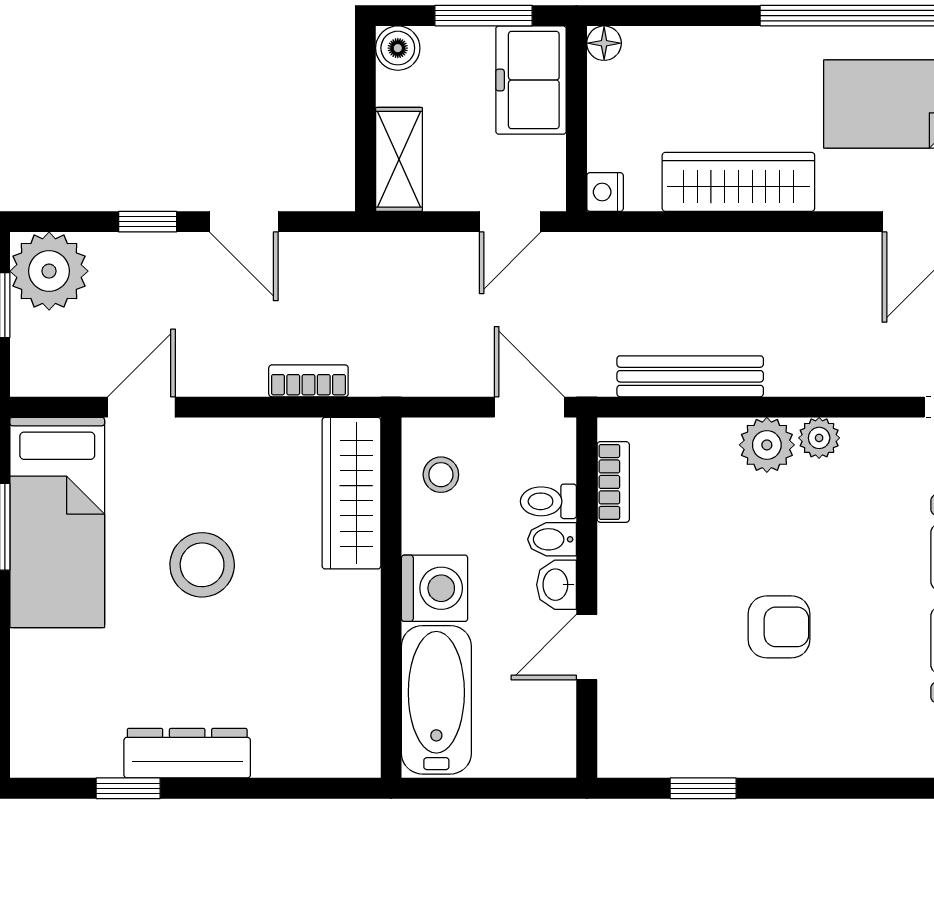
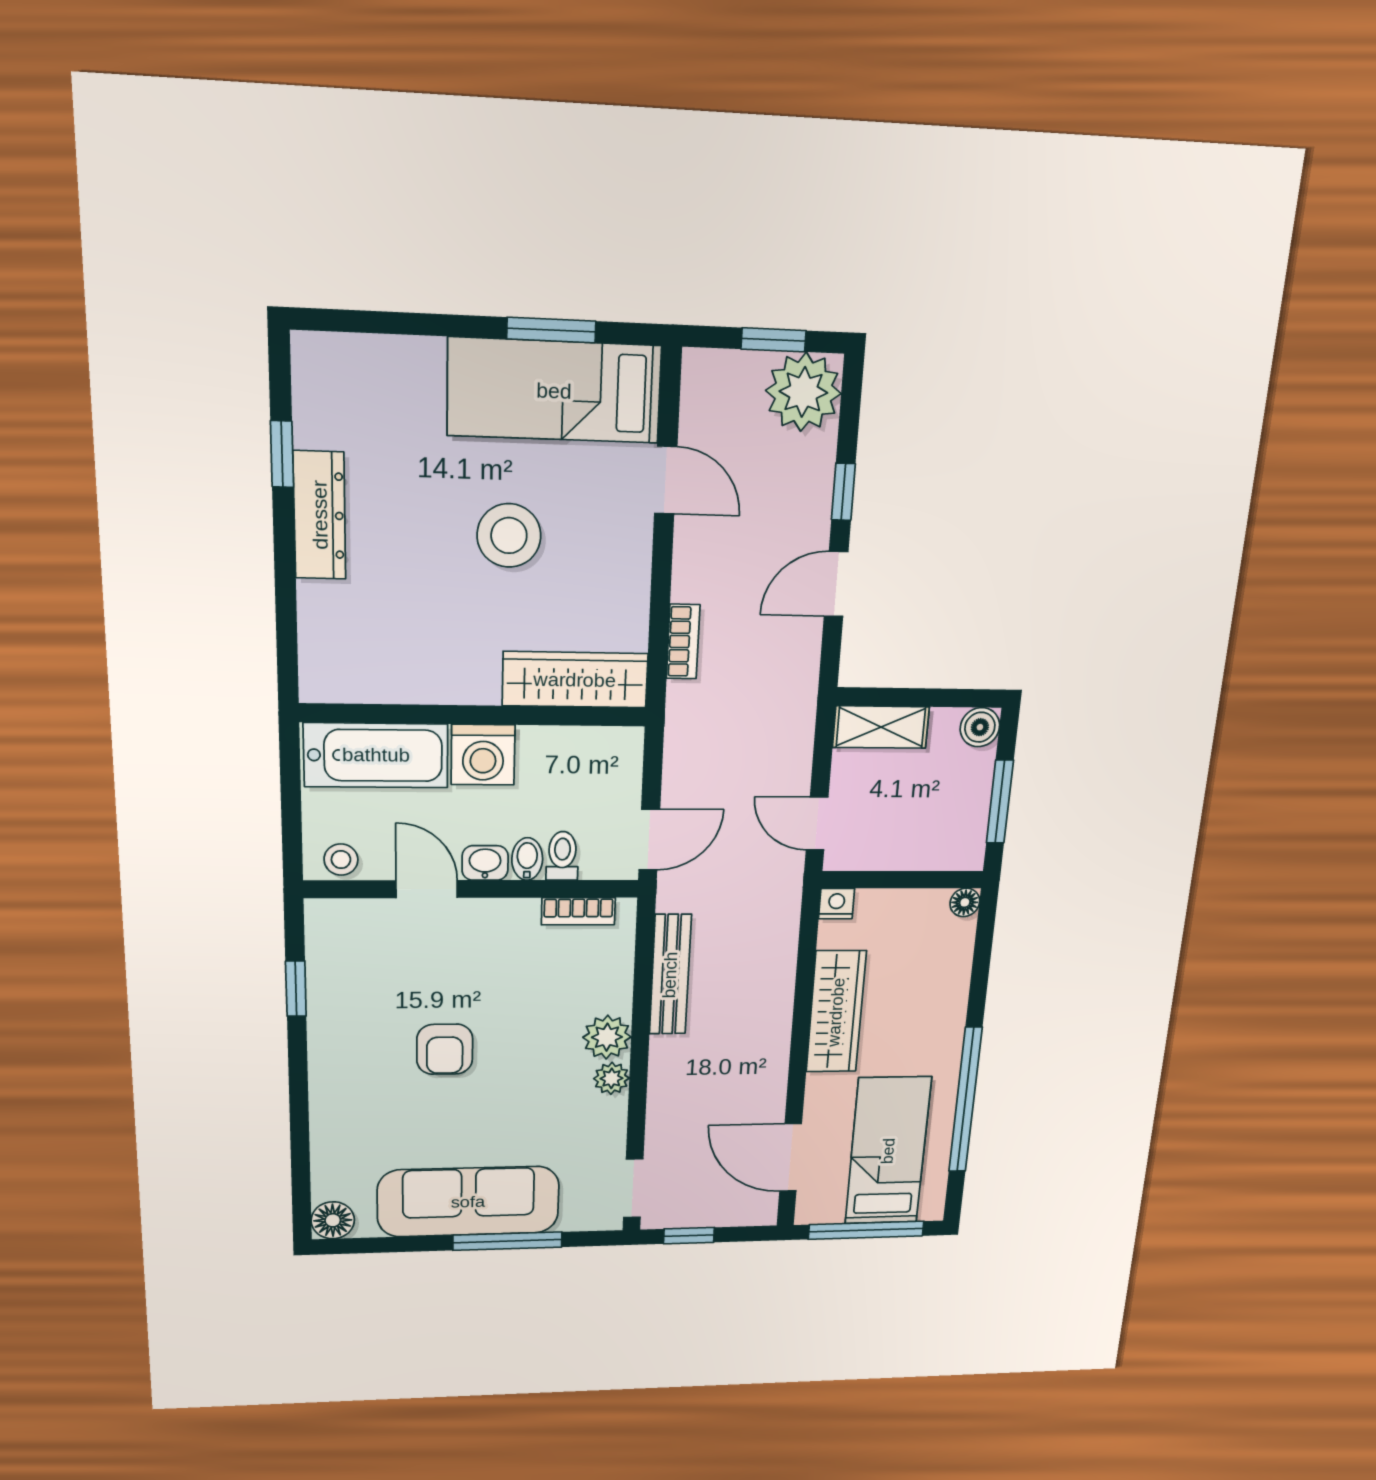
freezer: (531, 80) -> (940, 842), removed
stool: (441, 475) -> (341, 860), moved

